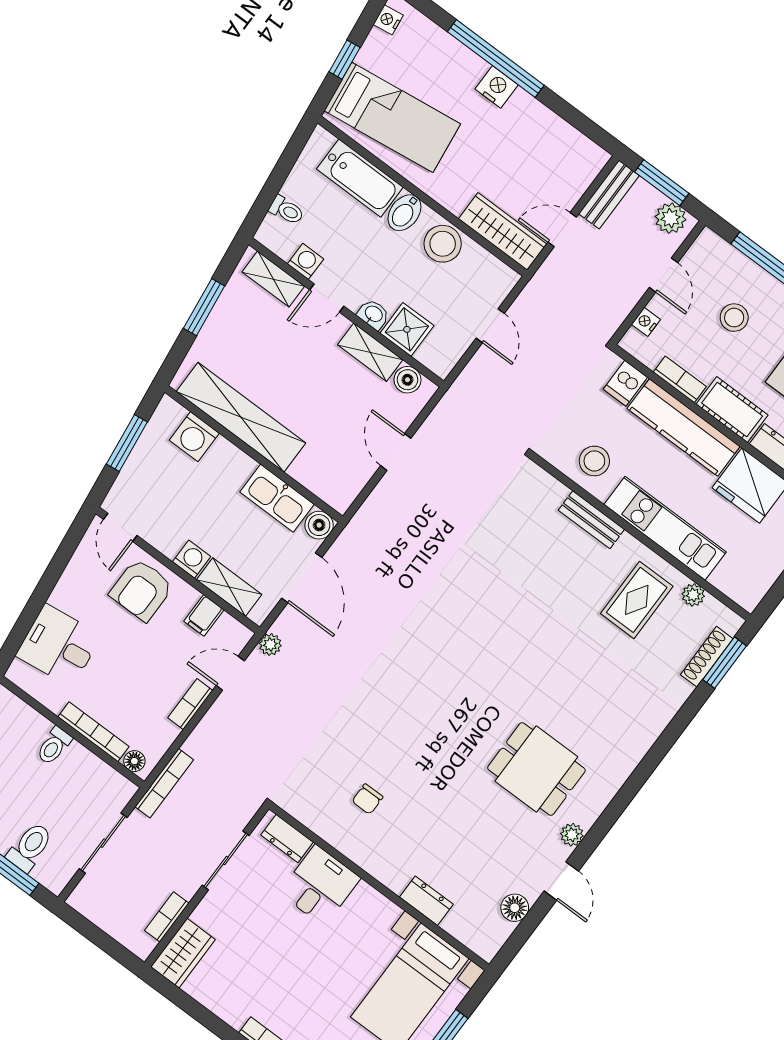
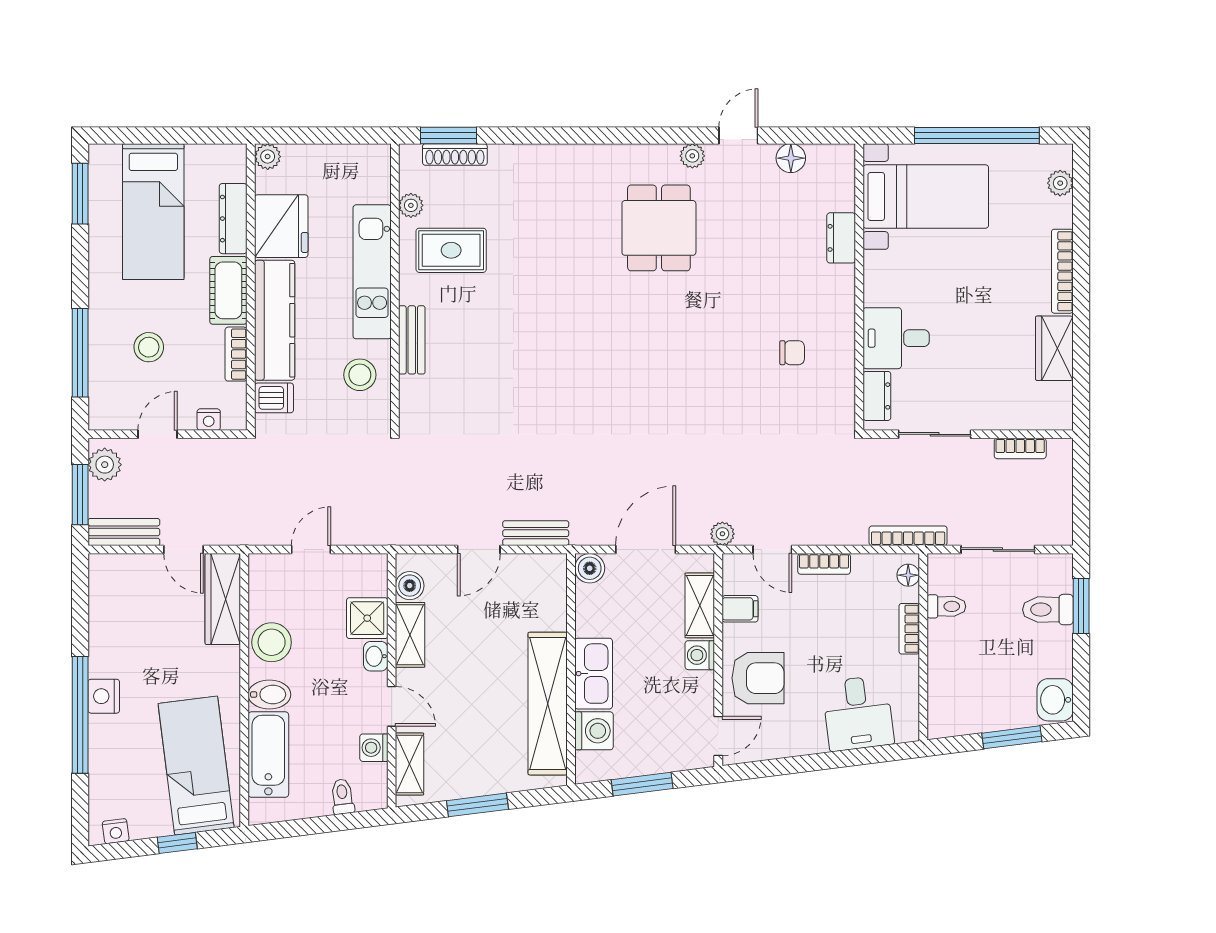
kitchen sink: (277, 498) -> (594, 674), moved
bench: (376, 504) -> (536, 533), added
bookcase: (93, 732) -> (909, 629), width x0.64
toilet: (54, 746) -> (946, 606), moved
wardrobe: (183, 953) -> (1054, 348), moved, turned -90

